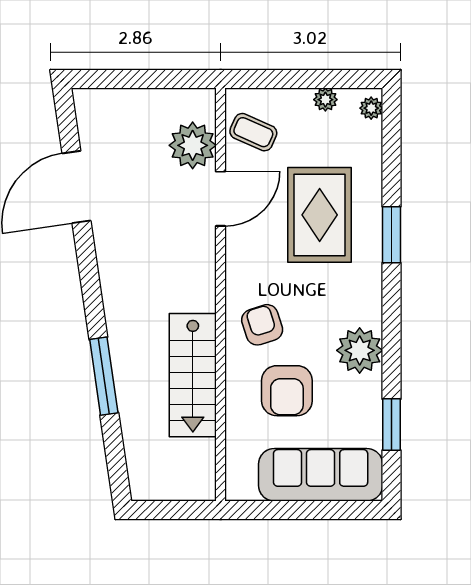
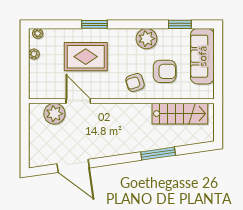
coffee table: (253, 132) -> (48, 86), removed
stairs: (193, 375) -> (180, 114), moved

